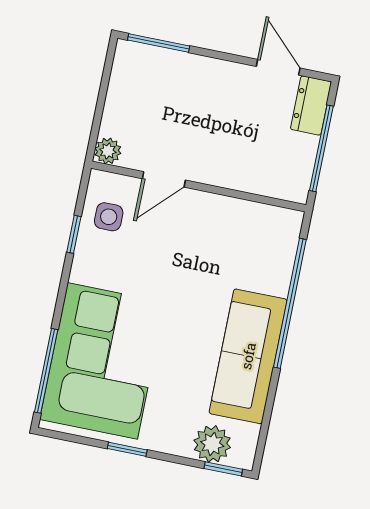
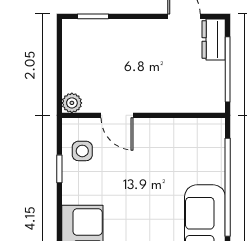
window: (159, 43) -> (93, 16), width x0.67
door: (164, 179) -> (117, 115), hinge flipped

